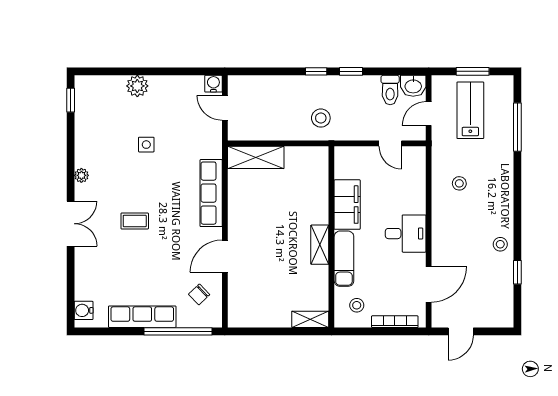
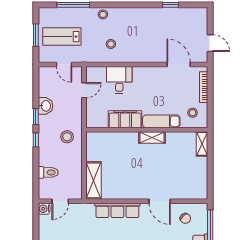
washbasin: (413, 86) -> (45, 106), moved
toilet: (390, 90) -> (48, 172), moved
desk: (406, 234) -> (119, 80), moved
stool: (500, 244) -> (103, 14), moved

